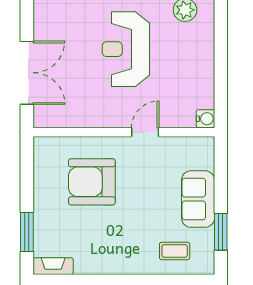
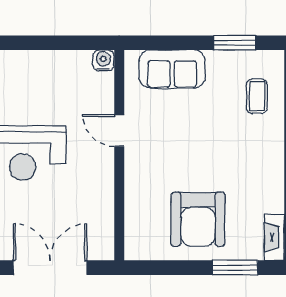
armchair: (92, 182) -> (198, 219), moved
sofa: (198, 199) -> (172, 69), moved

